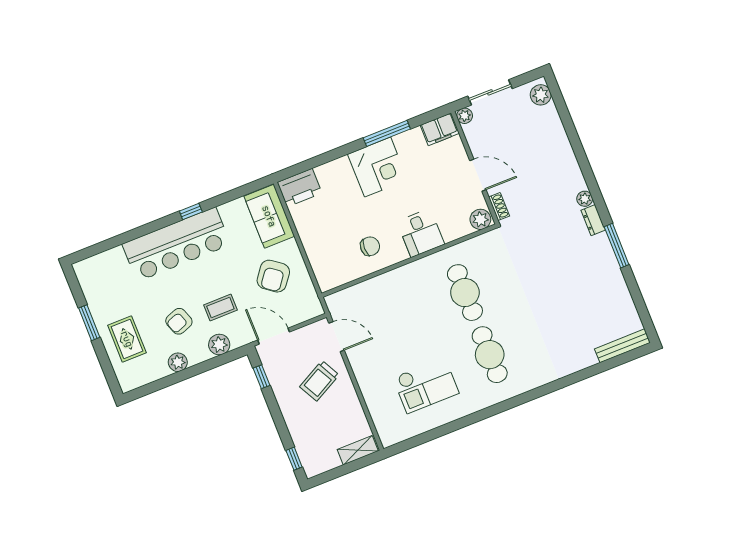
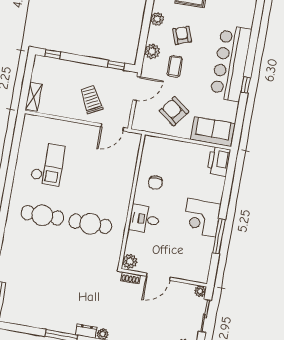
filing cabinet: (440, 129) -> (201, 271), removed
checkout: (426, 385) -> (48, 164), turned 180

